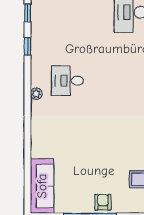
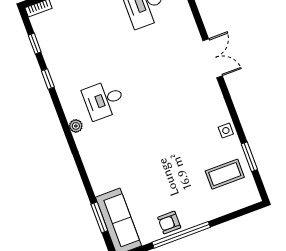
window: (28, 177) -> (99, 217), added
armchair: (103, 202) -> (169, 223), moved, turned -90

